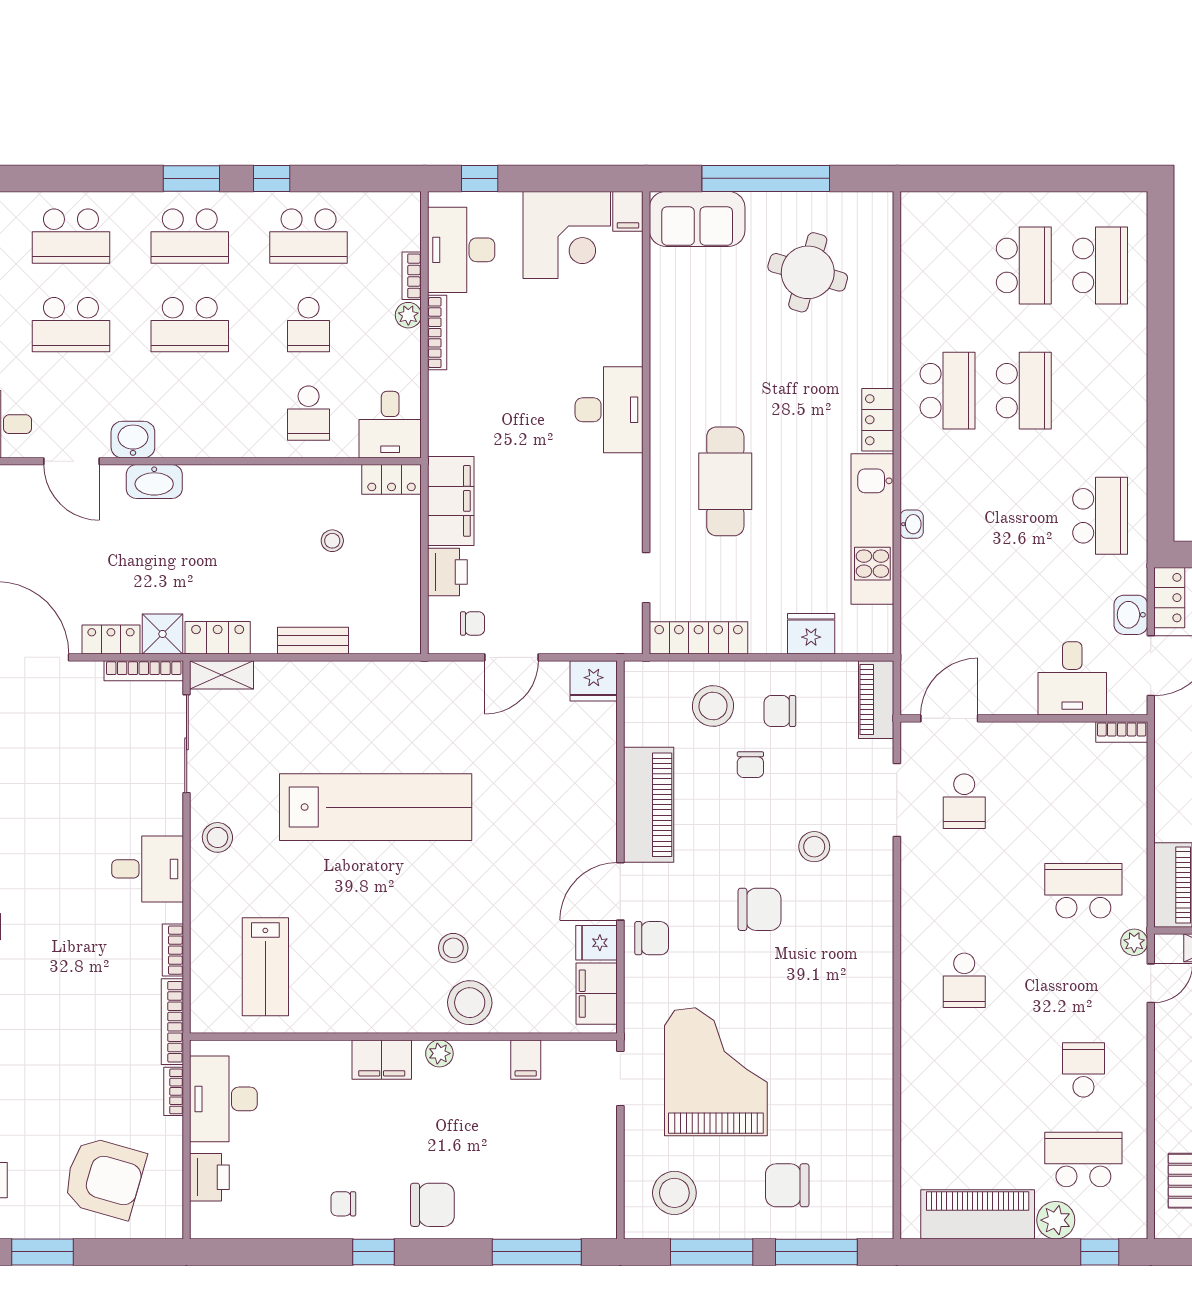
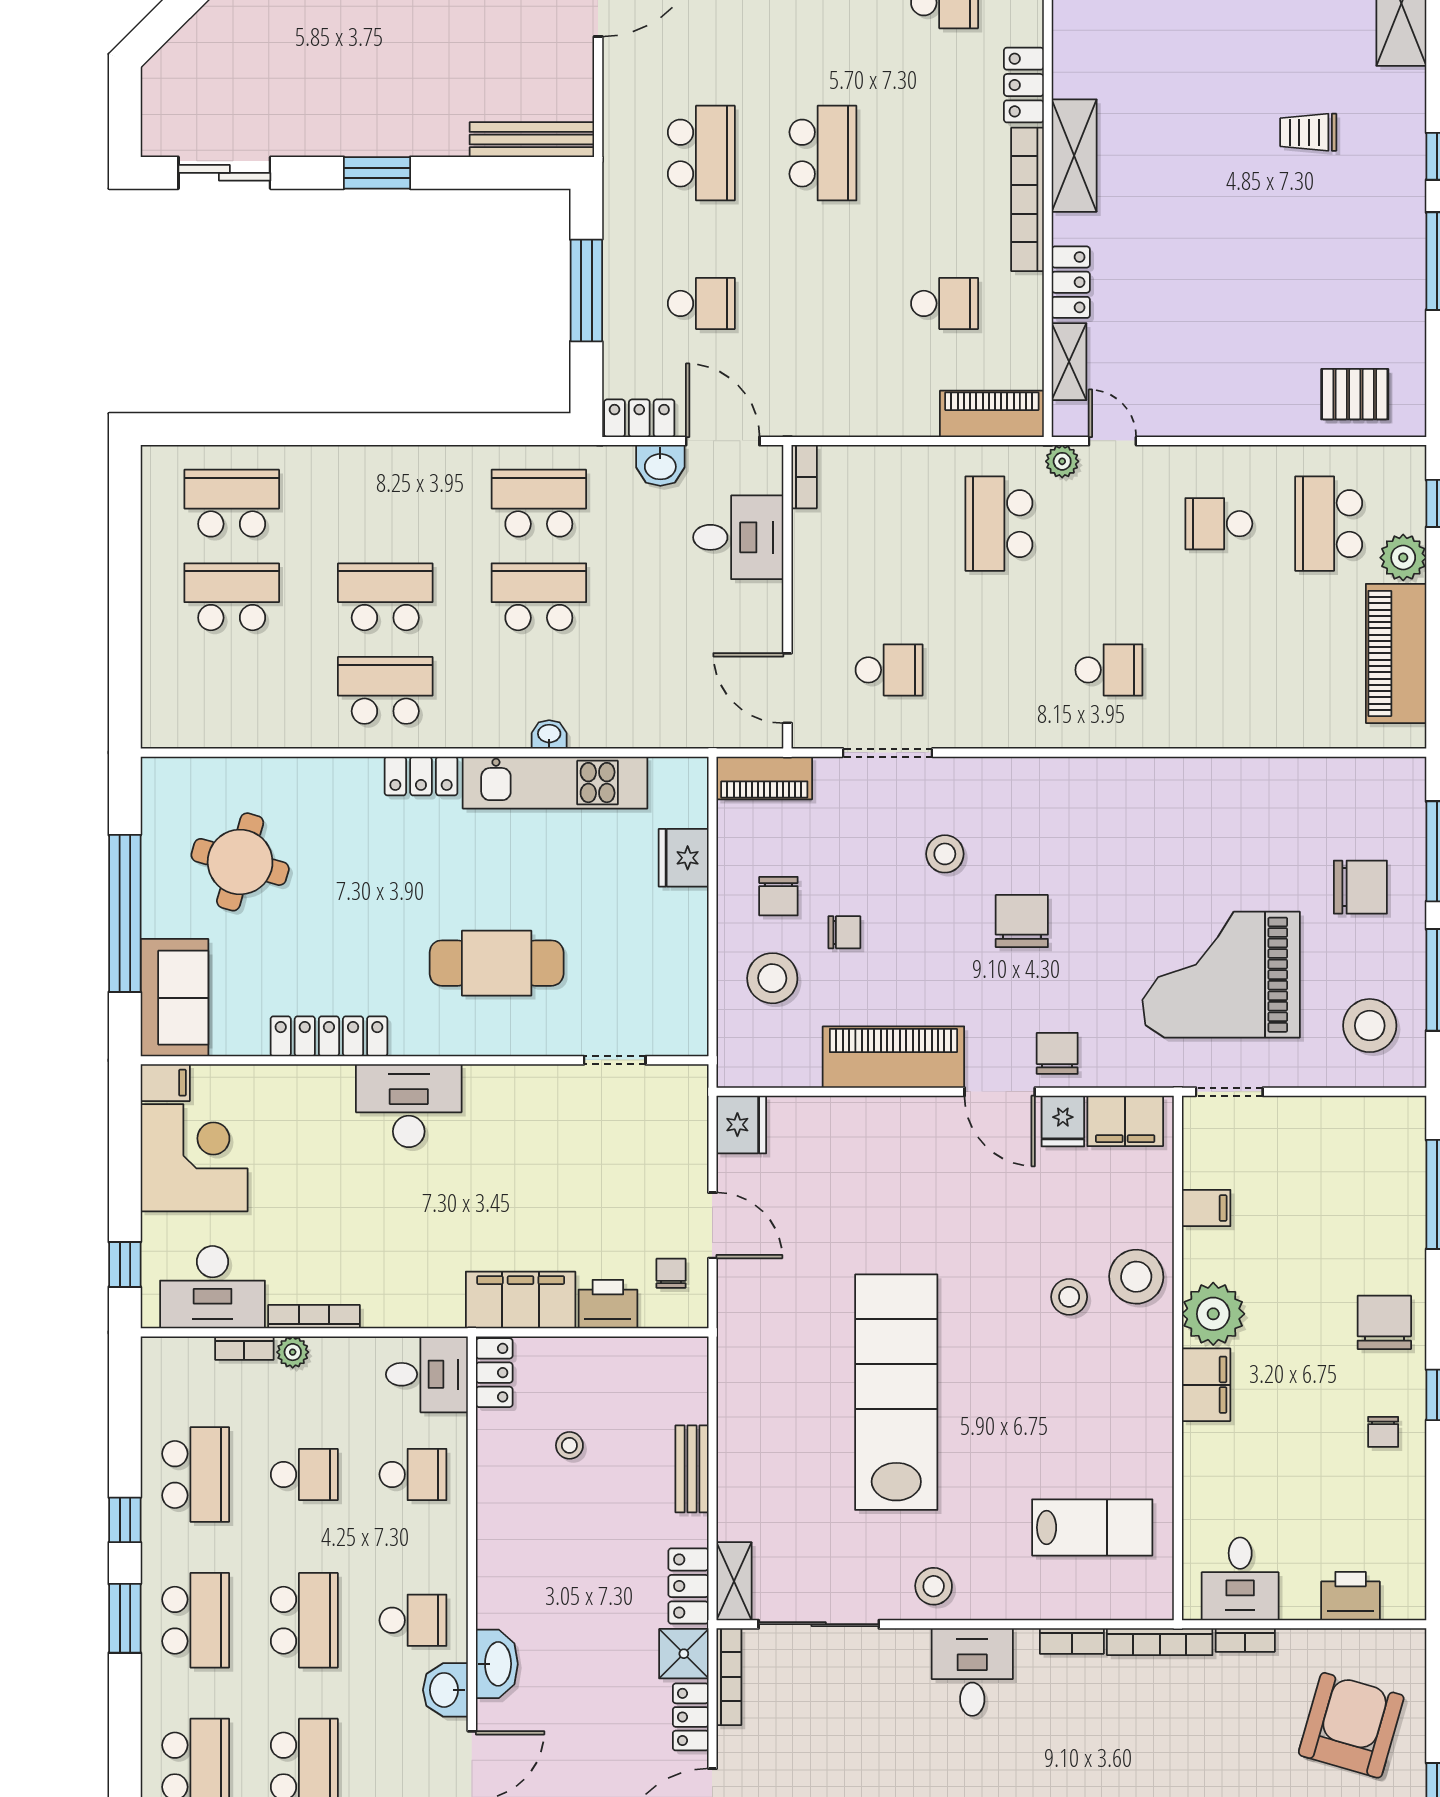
school desk: (190, 413) -> (413, 1620), added
school desk: (1024, 516) -> (539, 597), added
locker: (699, 638) -> (329, 1036), moved, turned 90
plant: (439, 1053) -> (1213, 1314), width x1.87, depth x1.87
desk: (223, 1099) -> (1240, 1579), width x0.73
chair: (787, 1185) -> (1360, 887), turned -90

